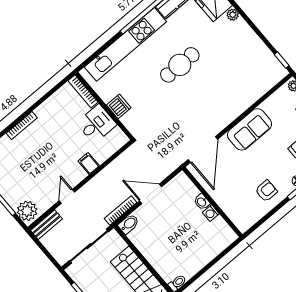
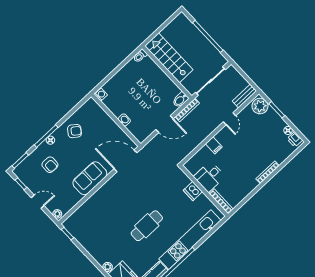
door: (203, 149) -> (125, 161), hinge flipped
armchair: (266, 191) -> (74, 131), turned -143
washing machine: (211, 213) -> (101, 95), moved

